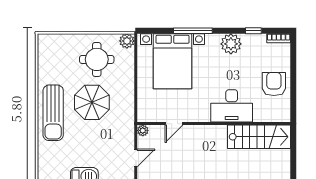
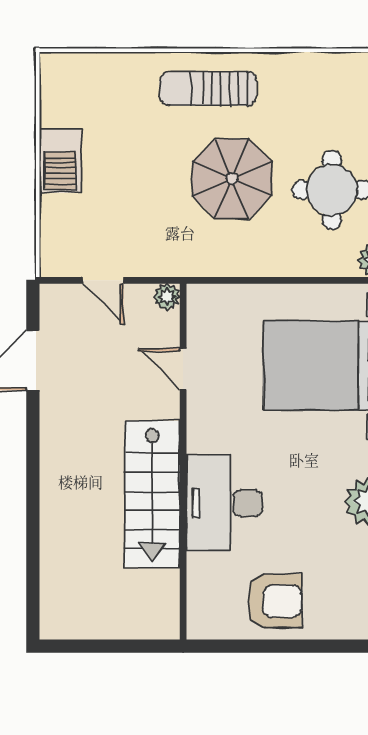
sun lounger: (53, 113) -> (208, 89), width x0.73, depth x0.75
stairs: (259, 137) -> (152, 494), moved

